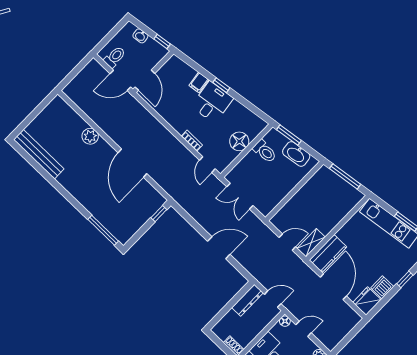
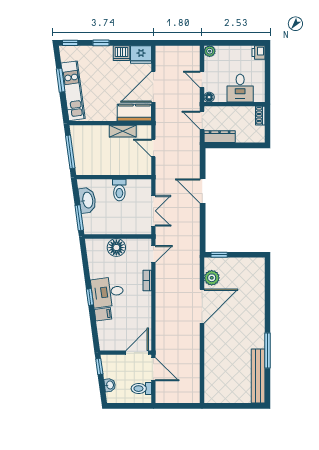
plant: (90, 136) -> (212, 278), moved
toilet: (265, 151) -> (119, 190), moved, turned 180
window: (103, 230) -> (267, 351), moved
shelving: (311, 243) -> (123, 131), moved

